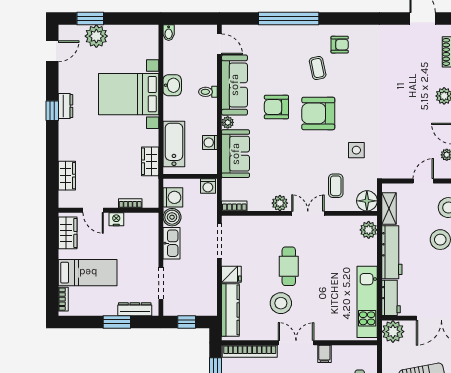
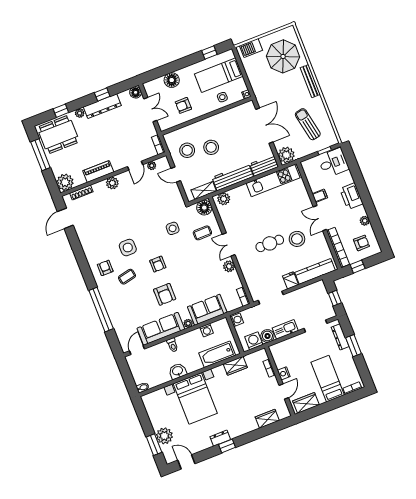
side table: (354, 84) -> (128, 248), added
armchair: (318, 113) -> (158, 264), width x0.53, depth x0.53

